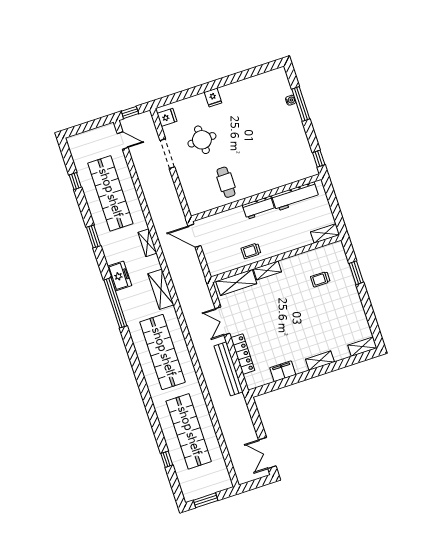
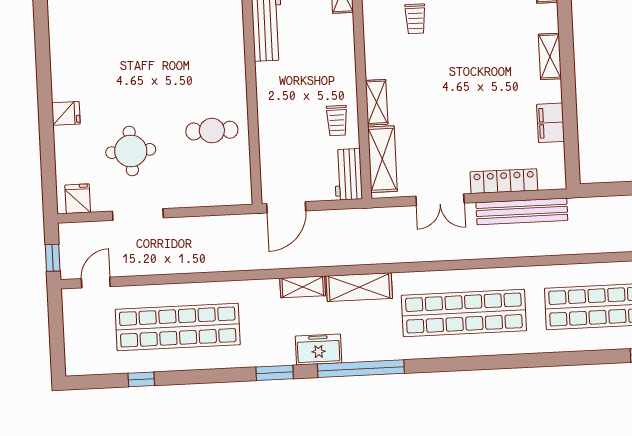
workbench: (259, 208) -> (348, 174), moved, turned 180
window: (93, 236) -> (275, 373), moved
shelving: (147, 243) -> (303, 287), moved

